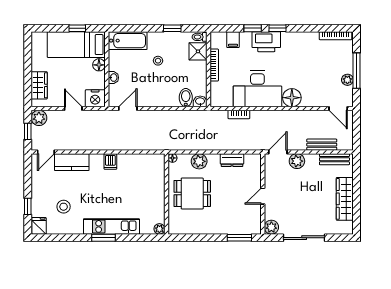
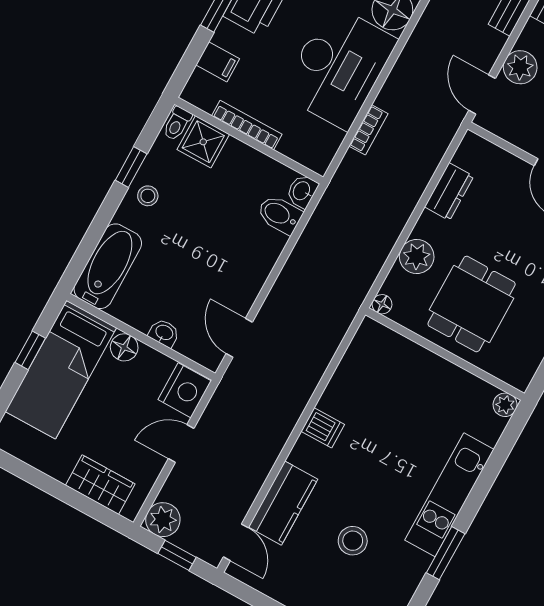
stool: (158, 61) -> (148, 196), moved
stool: (64, 207) -> (353, 541), moved
window: (103, 238) -> (446, 553), moved

